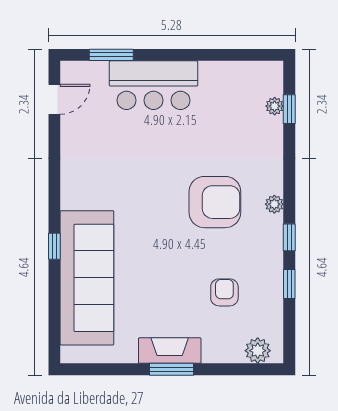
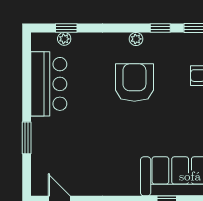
window: (111, 55) -> (27, 138), moved
bar counter: (153, 85) -> (49, 84), moved

